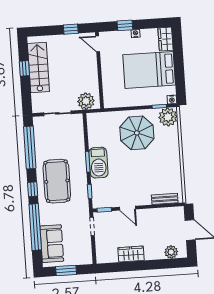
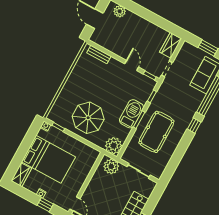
plant: (168, 117) -> (114, 146), moved
window: (30, 148) -> (176, 158), removed
pool table: (57, 181) -> (156, 132), moved
wardrobe: (131, 254) -> (171, 45), moved, turned 90

